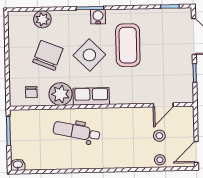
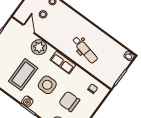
chair: (48, 55) -> (69, 101), turned 68
side table: (89, 55) -> (47, 85), turned 45
plant: (60, 94) -> (39, 47), moved
door: (163, 105) -> (29, 29), hinge flipped

